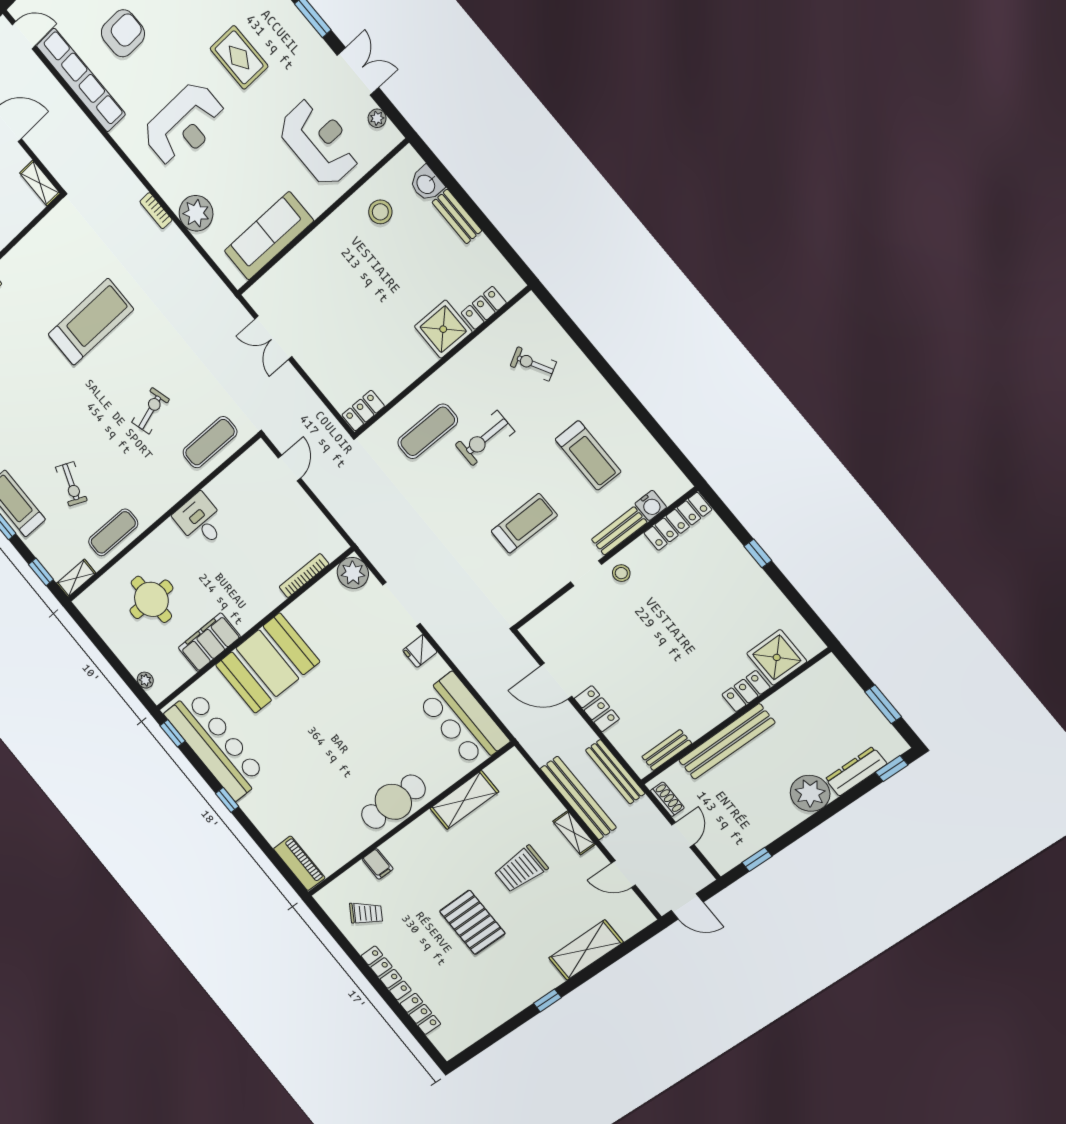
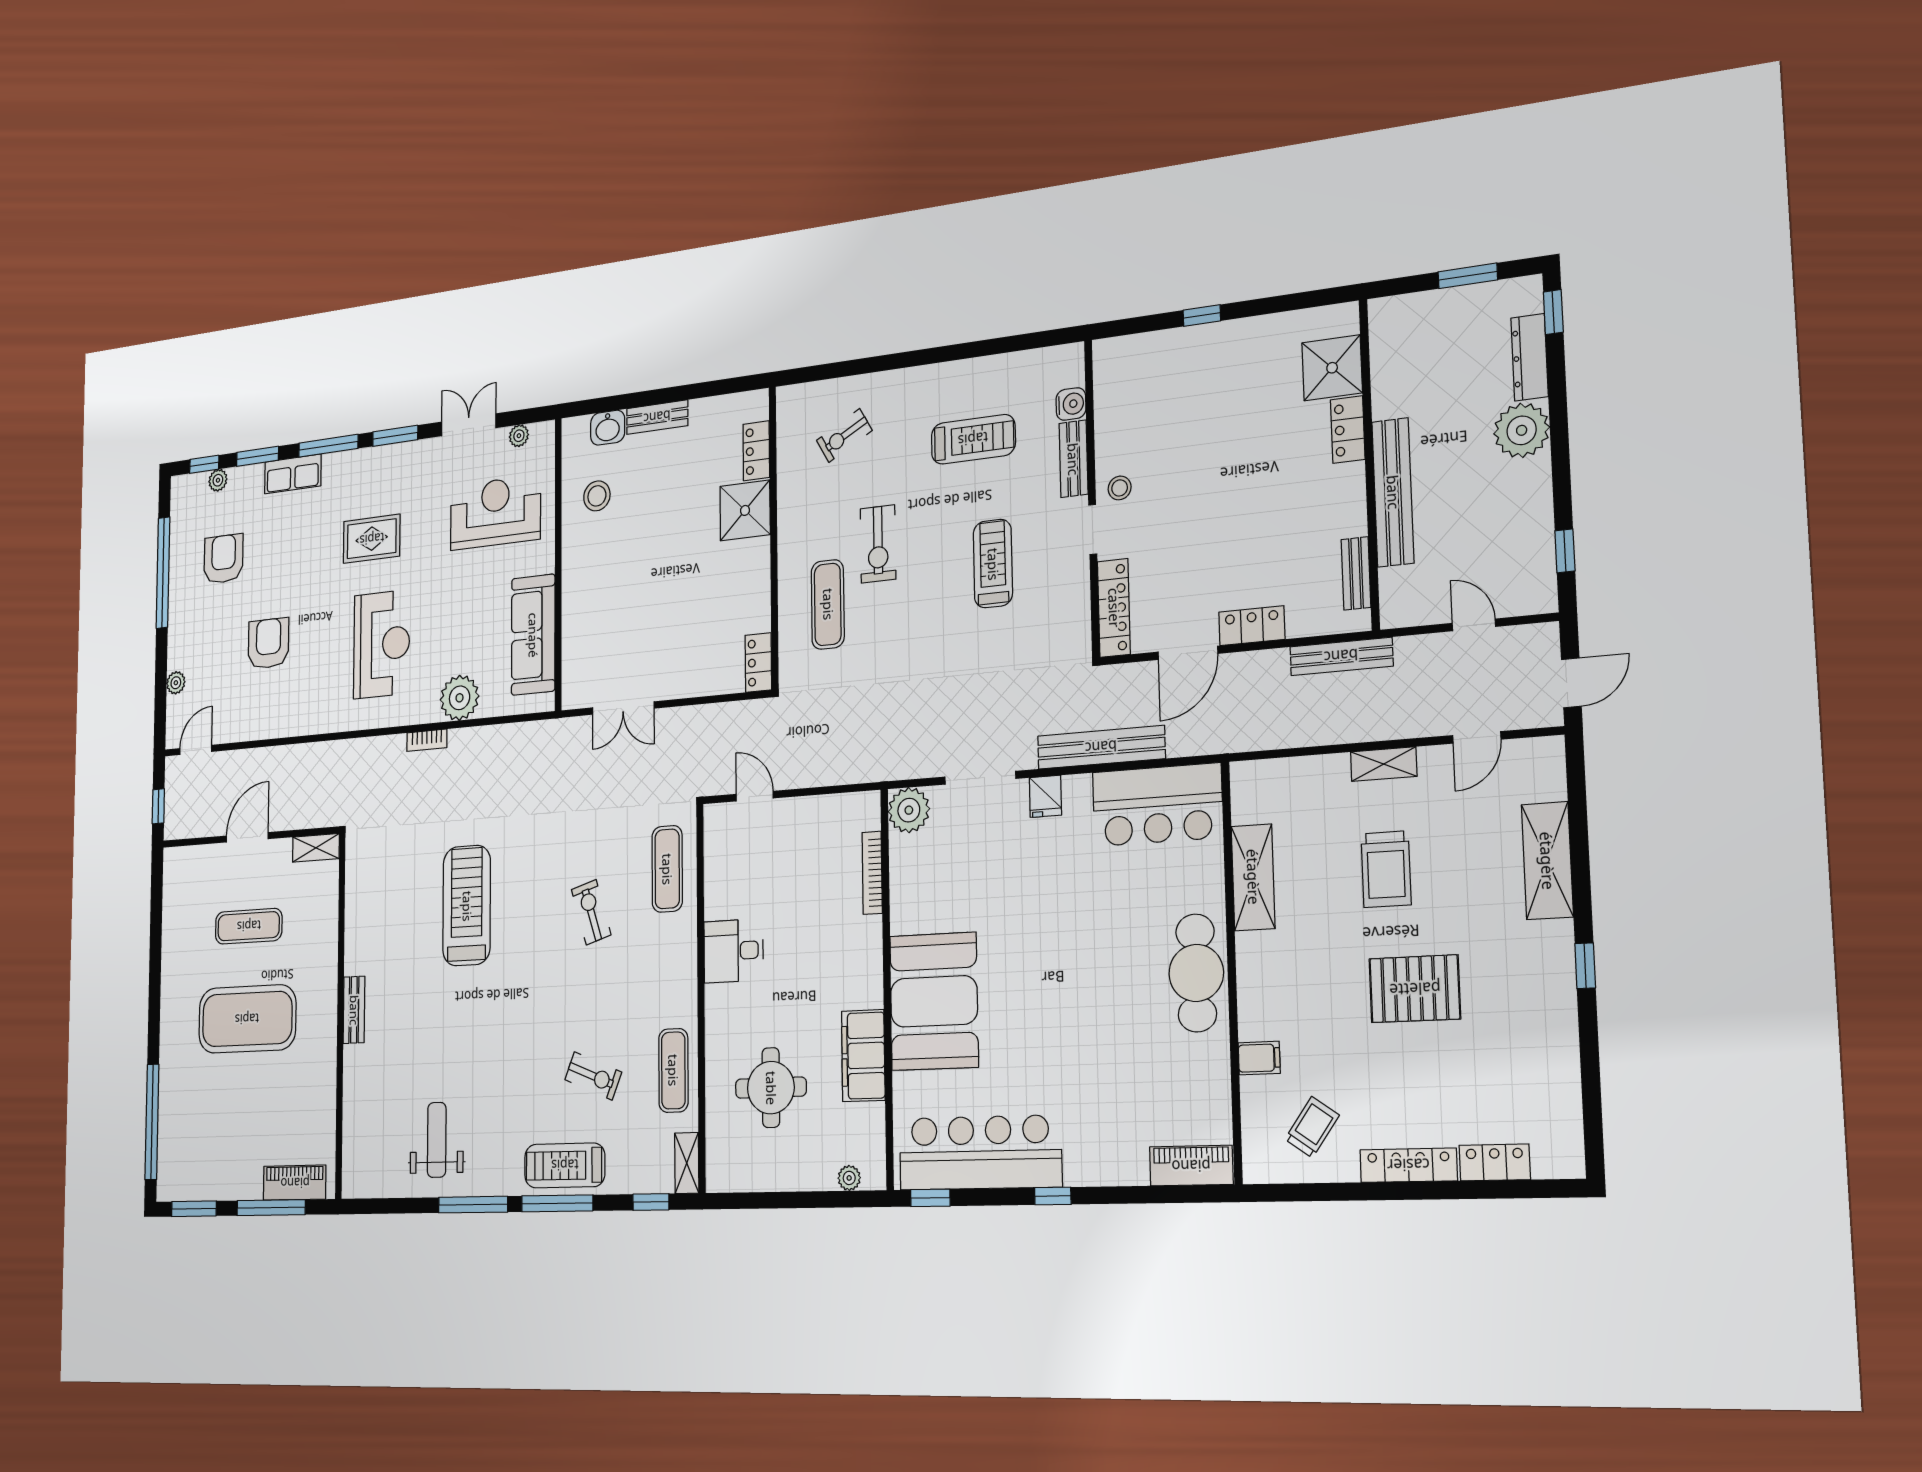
row of seats: (81, 80) -> (271, 722), removed
locker: (678, 521) -> (1114, 608), moved
bench: (578, 798) -> (1101, 747), moved
shoe rack: (667, 799) -> (1417, 614), removed

